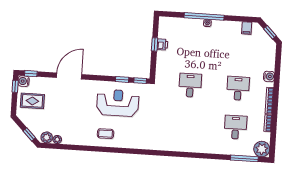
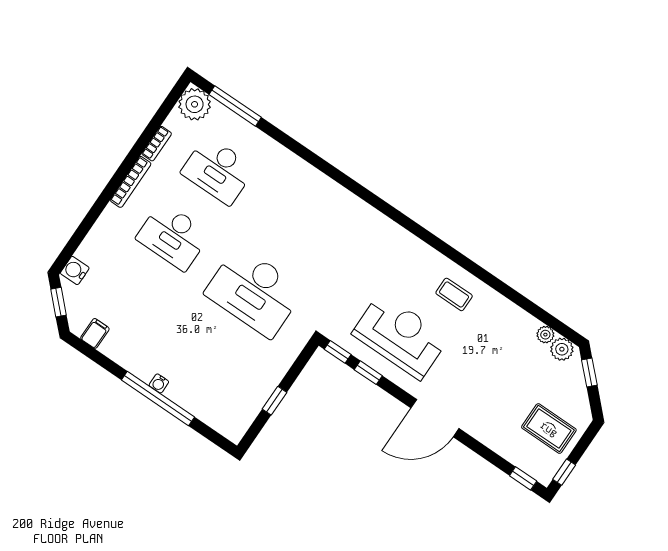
printer: (162, 44) -> (261, 393), removed
door: (69, 76) -> (435, 418), moved
water cooler: (269, 76) -> (75, 271), moved
water cooler: (24, 81) -> (544, 473), removed
desk: (190, 85) -> (254, 292), width x1.87, depth x1.30
desk: (238, 88) -> (173, 236), width x1.37
reception desk: (118, 103) -> (400, 336), turned 180
desk: (235, 127) -> (218, 170), width x1.37

